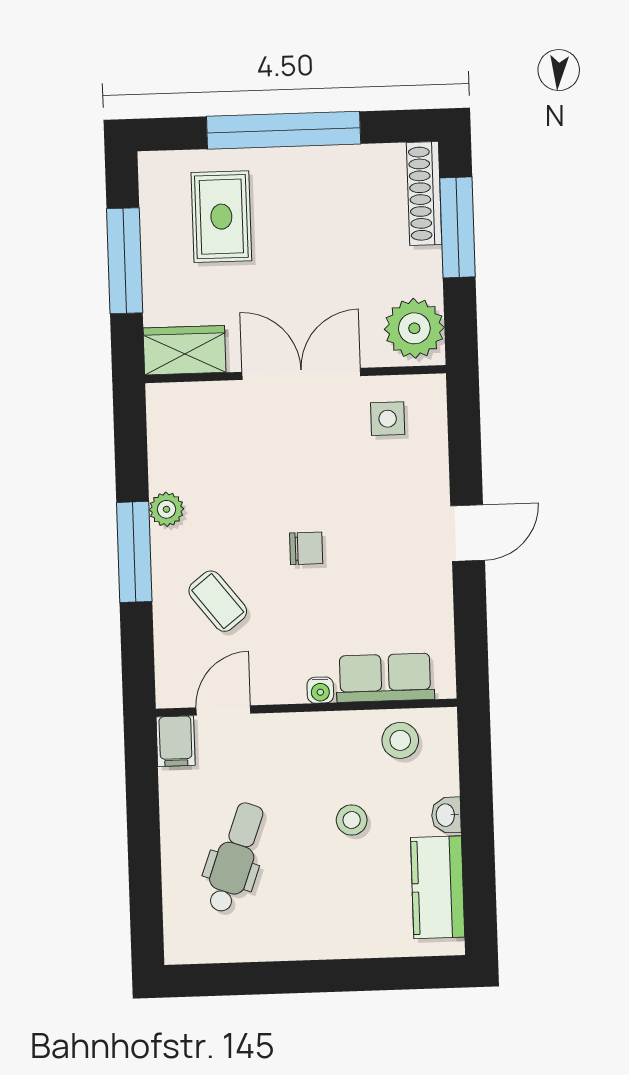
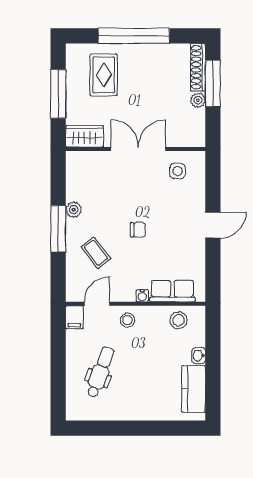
plant: (414, 328) -> (198, 100), moved, width x0.53, depth x0.53
stool: (352, 820) -> (127, 320), moved

